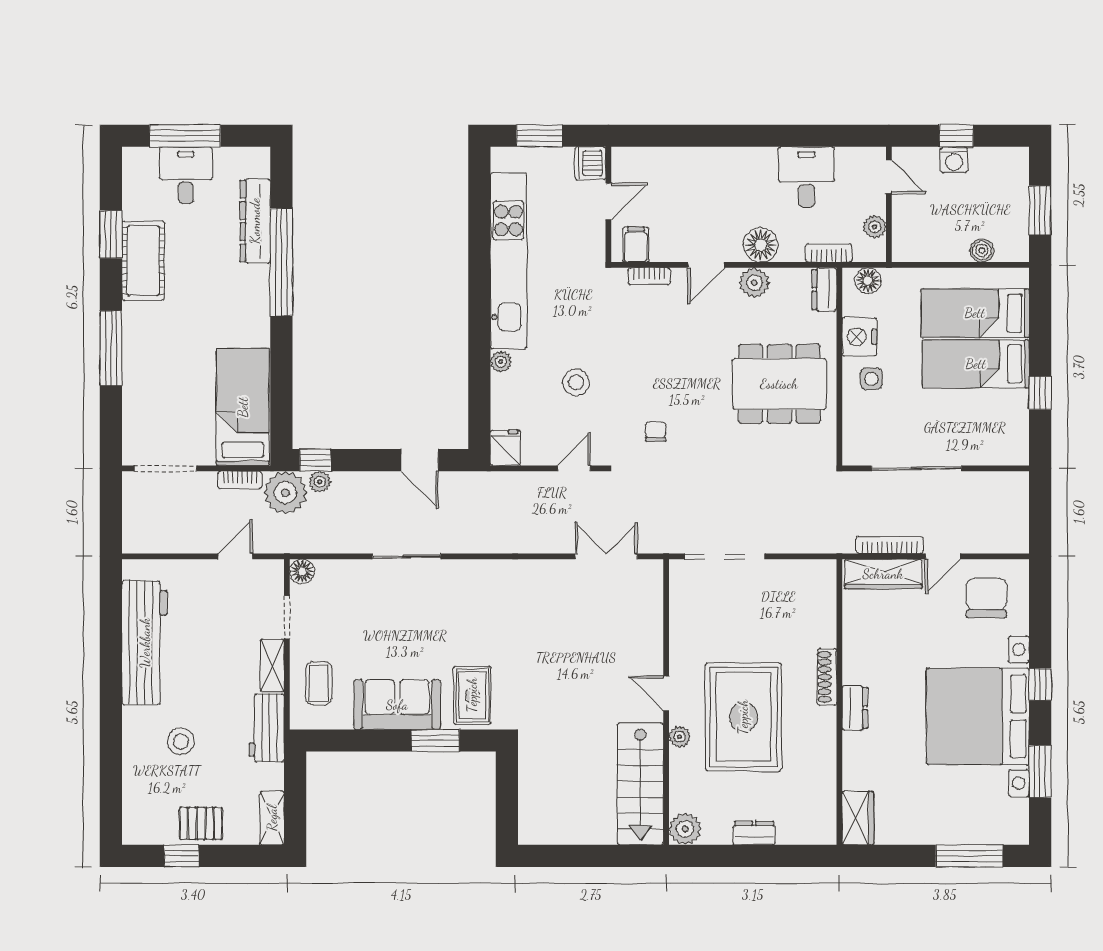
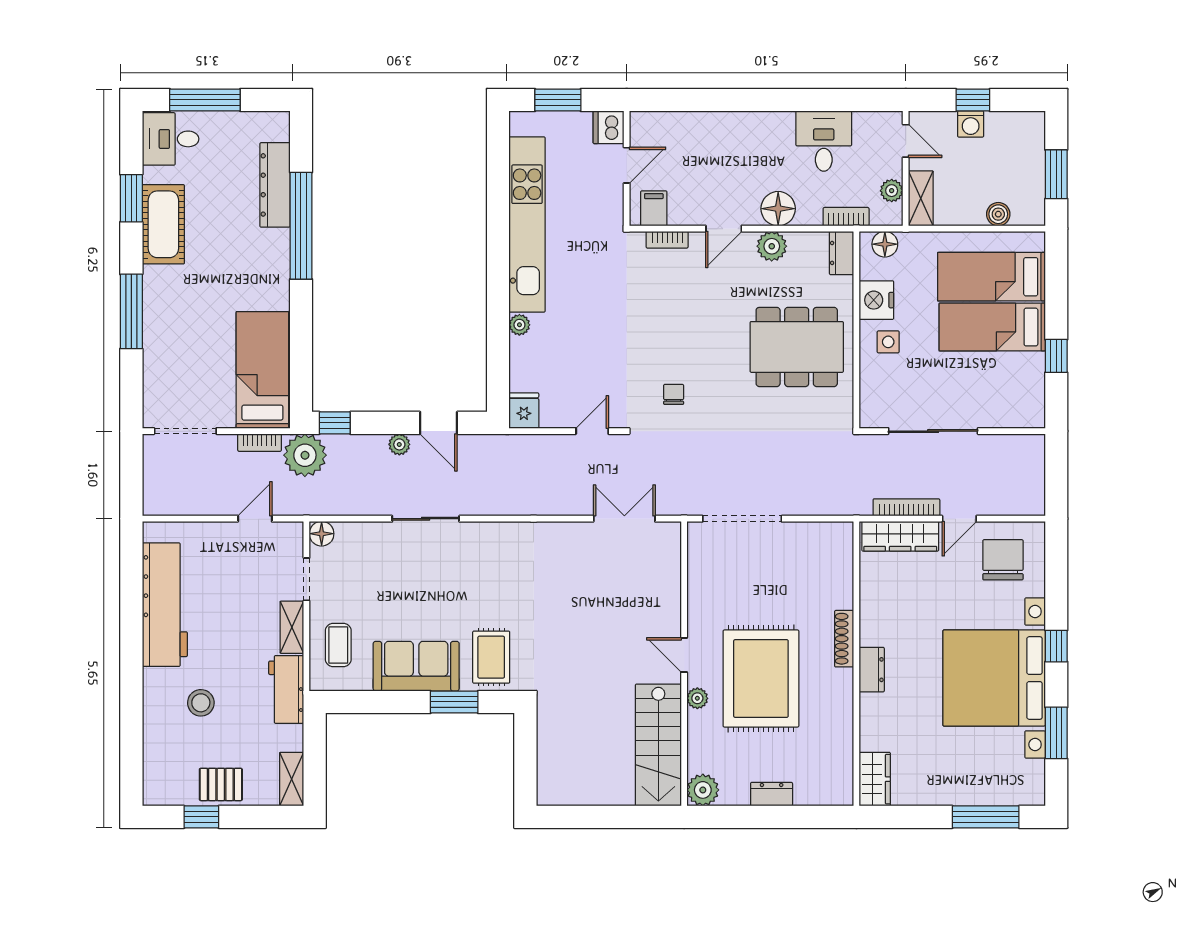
desk: (186, 175) -> (171, 139), moved, turned -90
shelving: (904, 235) -> (921, 198), added
stool: (576, 382) -> (594, 346), removed
plant: (320, 482) -> (399, 444), moved

